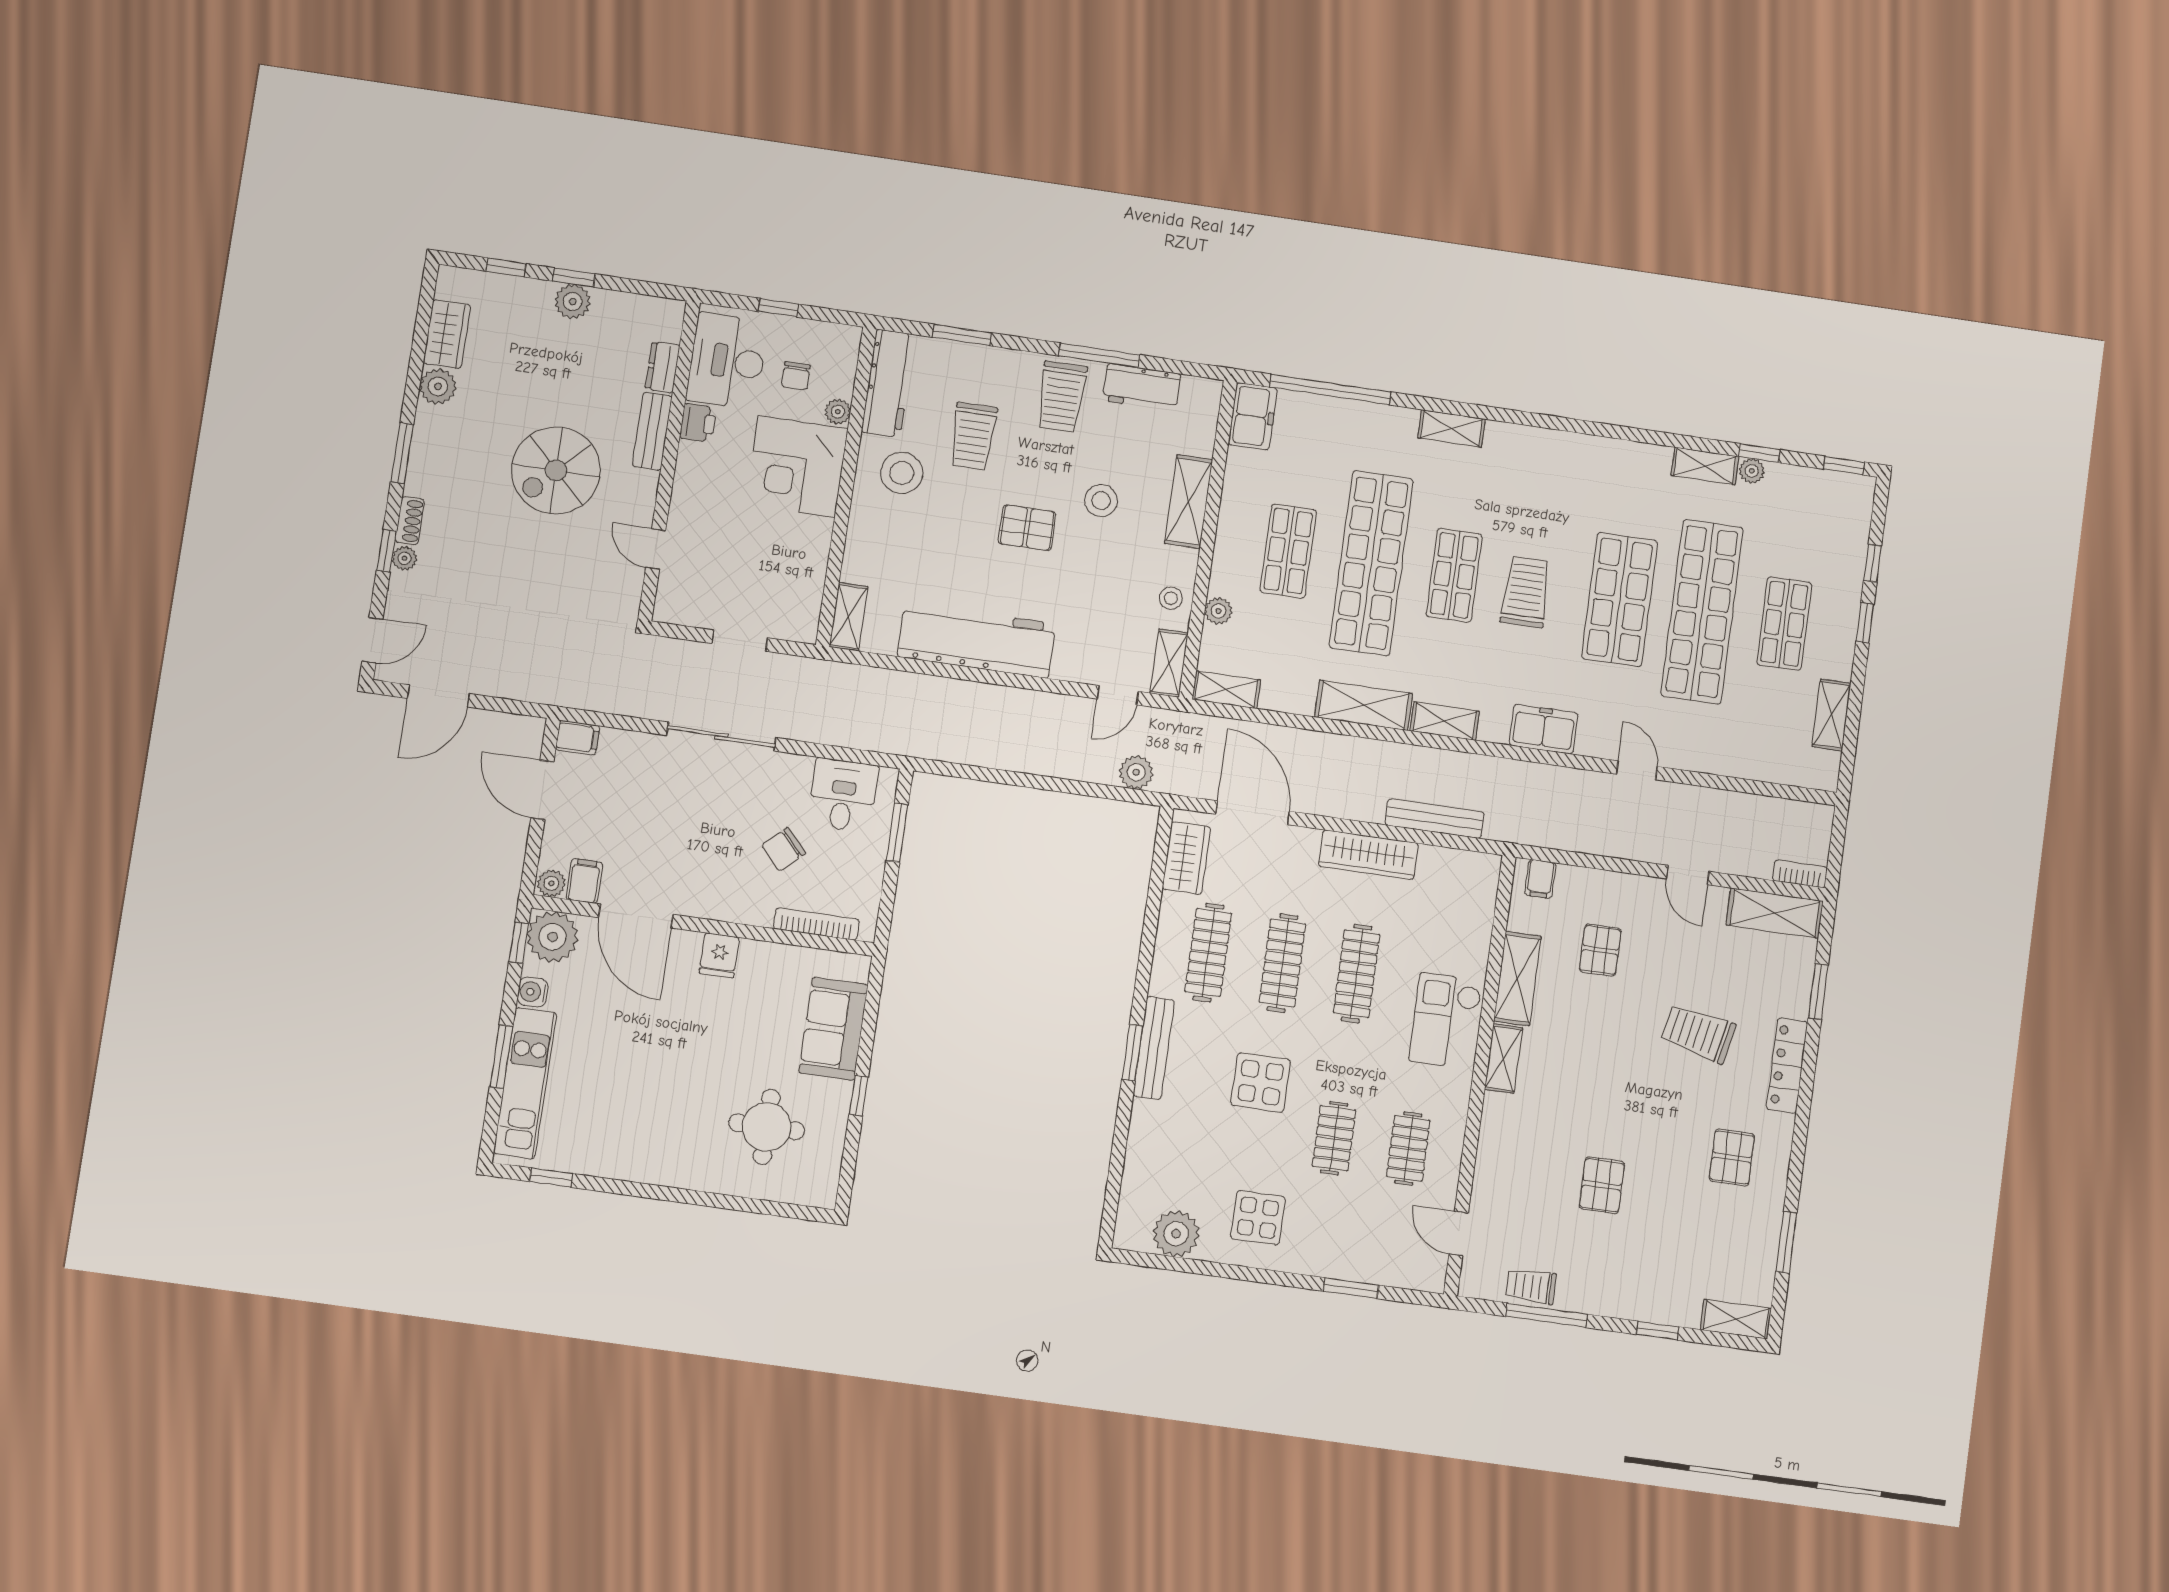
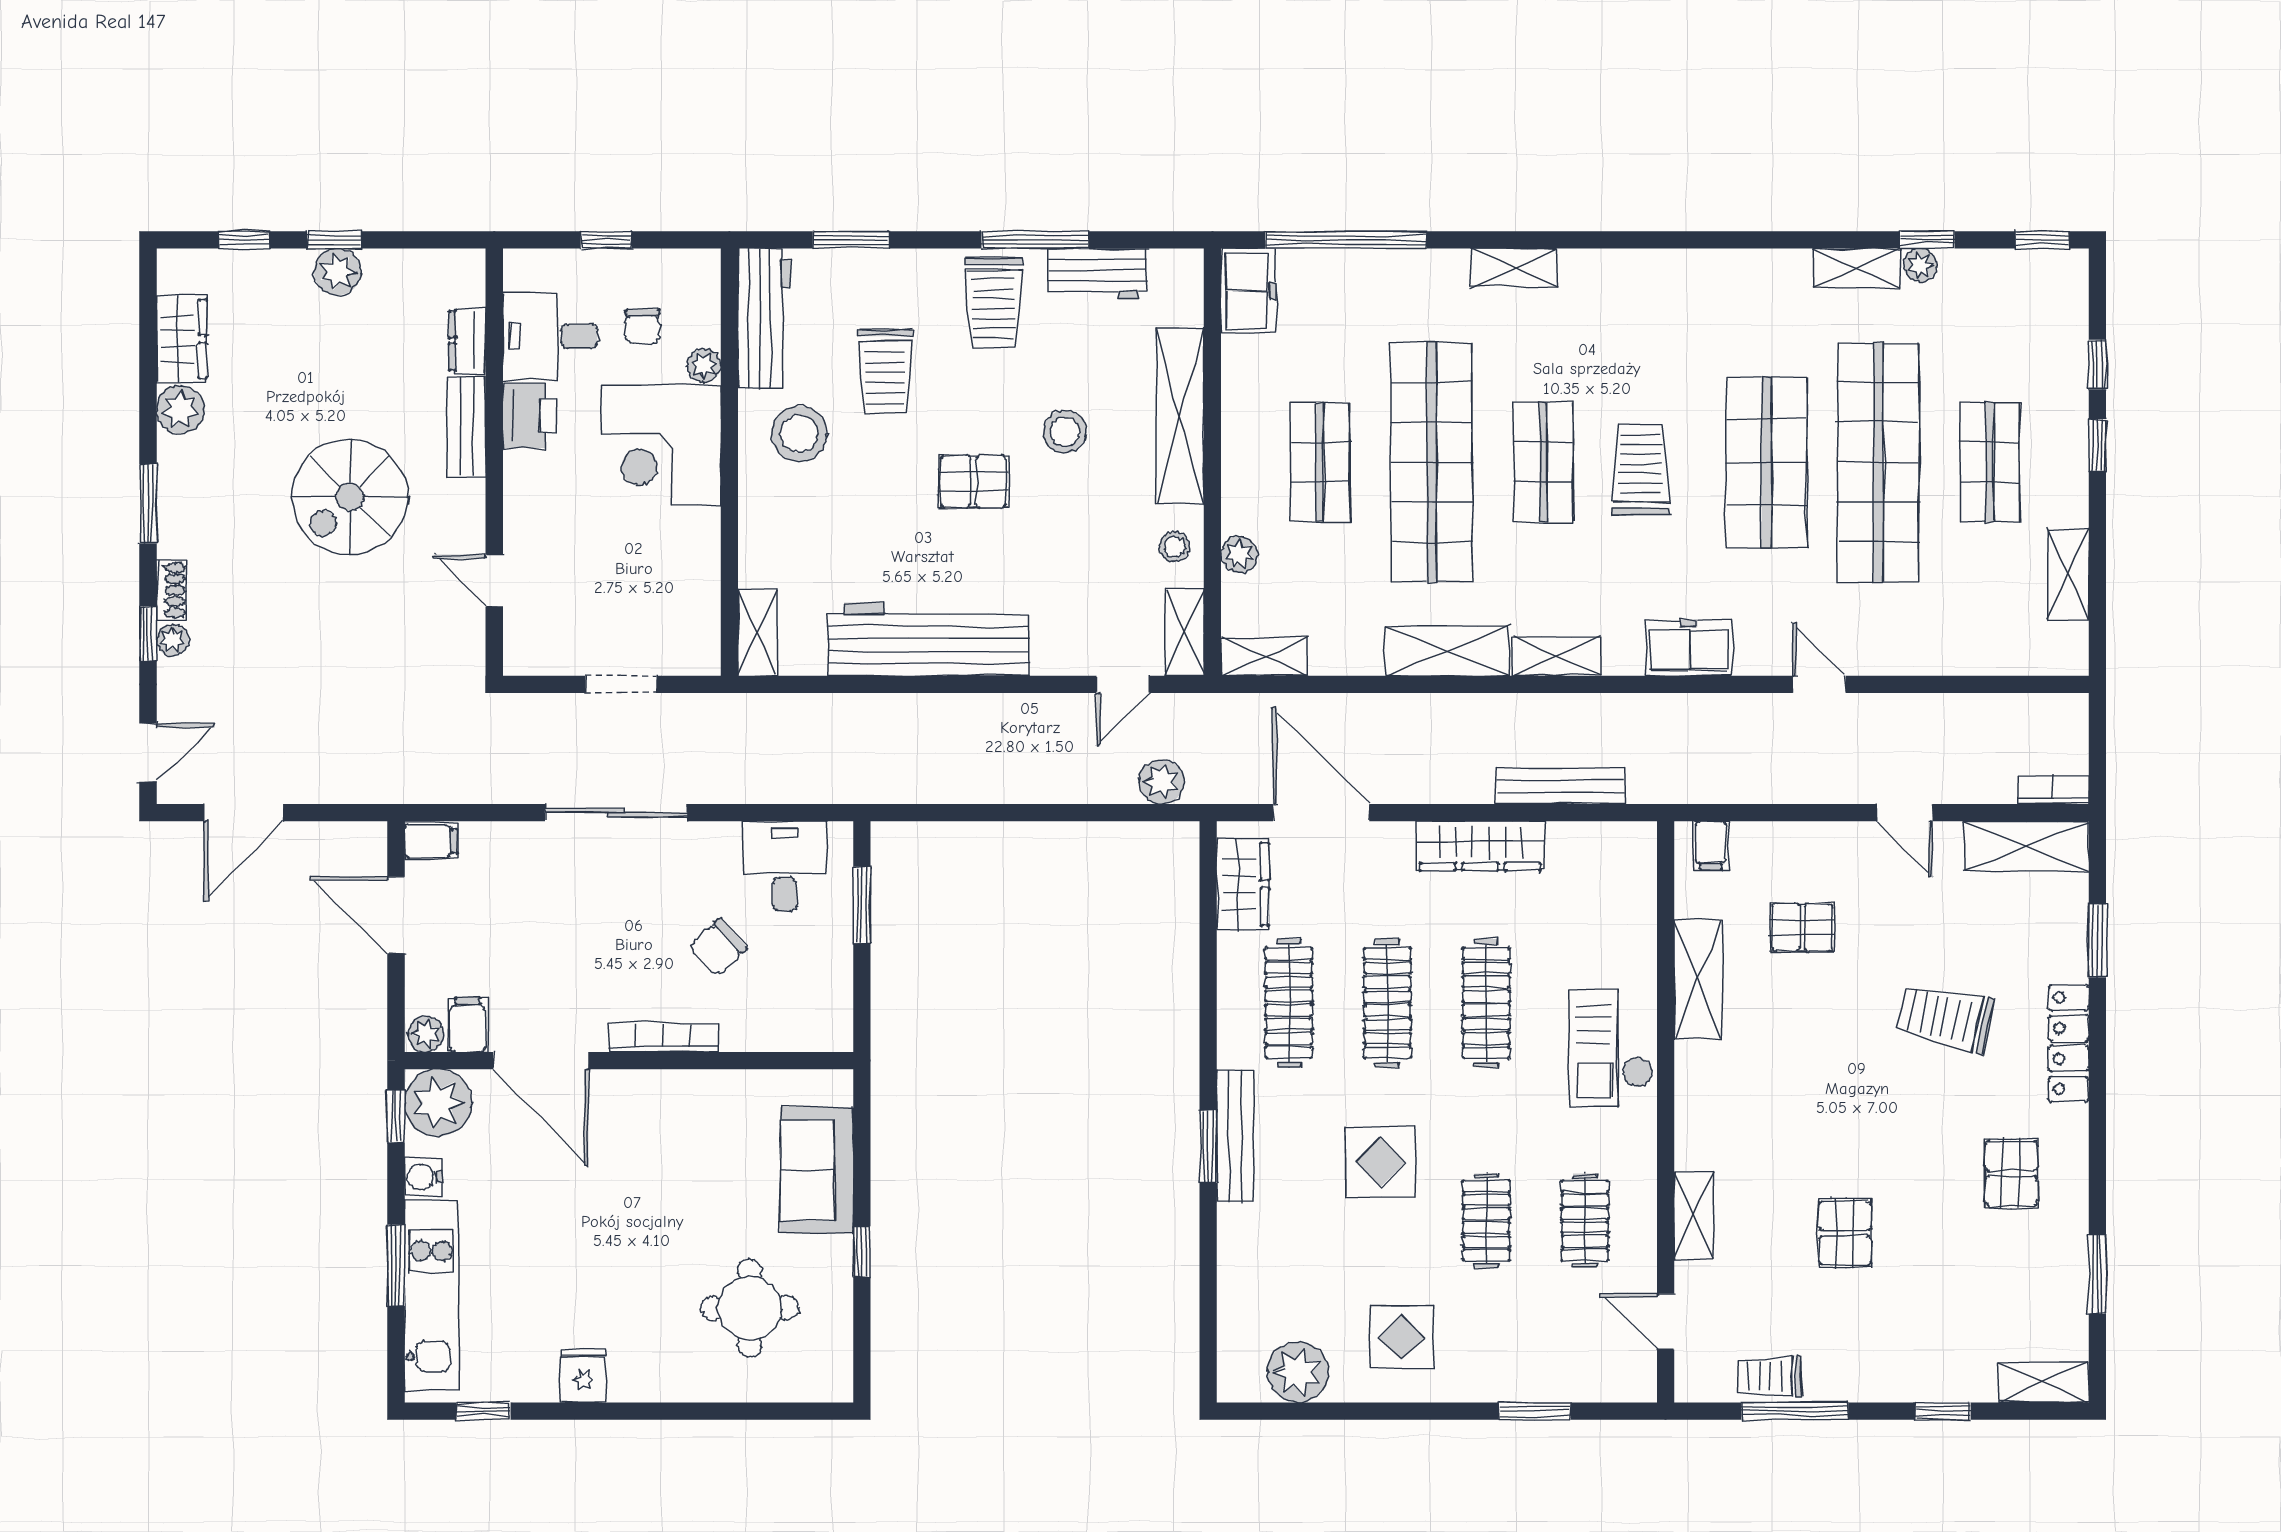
desk: (727, 361) -> (550, 336), width x0.73
printer: (698, 423) -> (529, 416), width x1.36, depth x1.24
shelving: (1189, 501) -> (1180, 416), width x1.47
bookcase: (816, 924) -> (663, 1038), moved
pallet: (1600, 950) -> (1802, 927), turned 90
fridge: (719, 955) -> (583, 1376), moved, turned 180
shelving: (1503, 1059) -> (1694, 1215), moved

